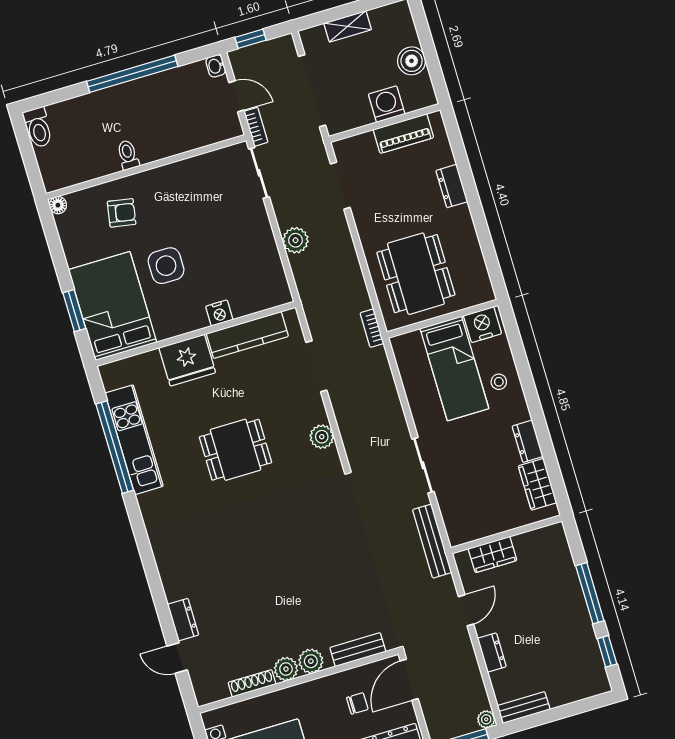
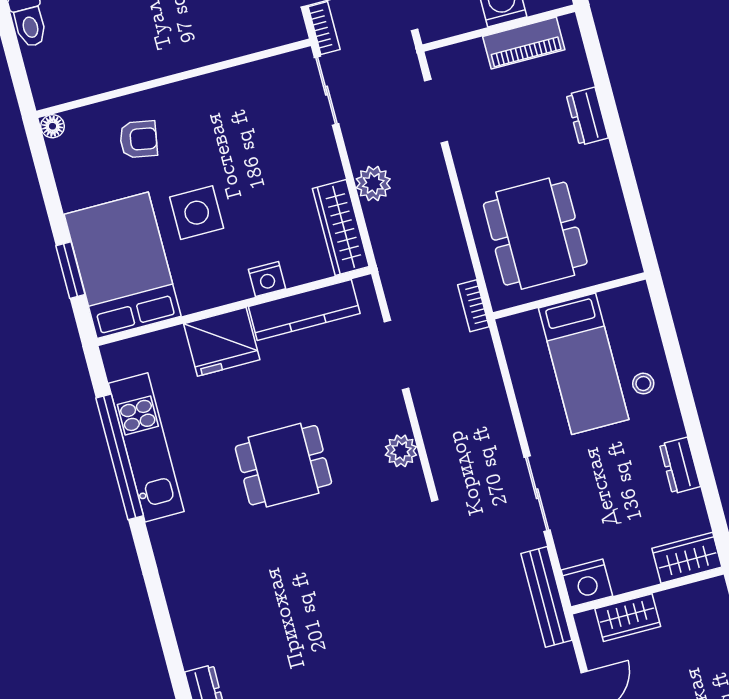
toilet: (128, 155) -> (149, 61), removed
wardrobe: (272, 273) -> (341, 228), added
nightstand: (483, 325) -> (587, 583), moved, turned 180
wardrobe: (538, 484) -> (687, 558), moved, turned 90

